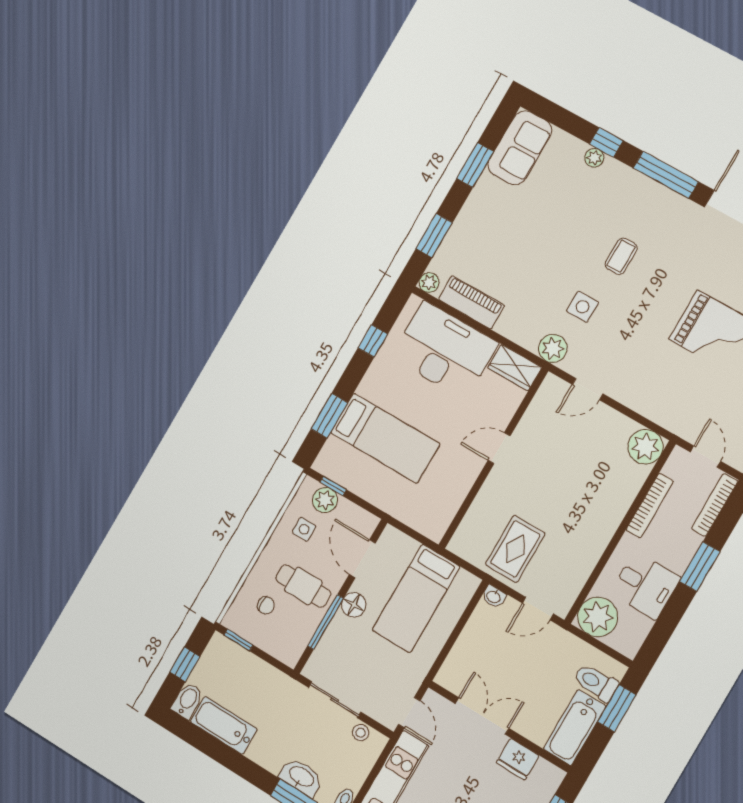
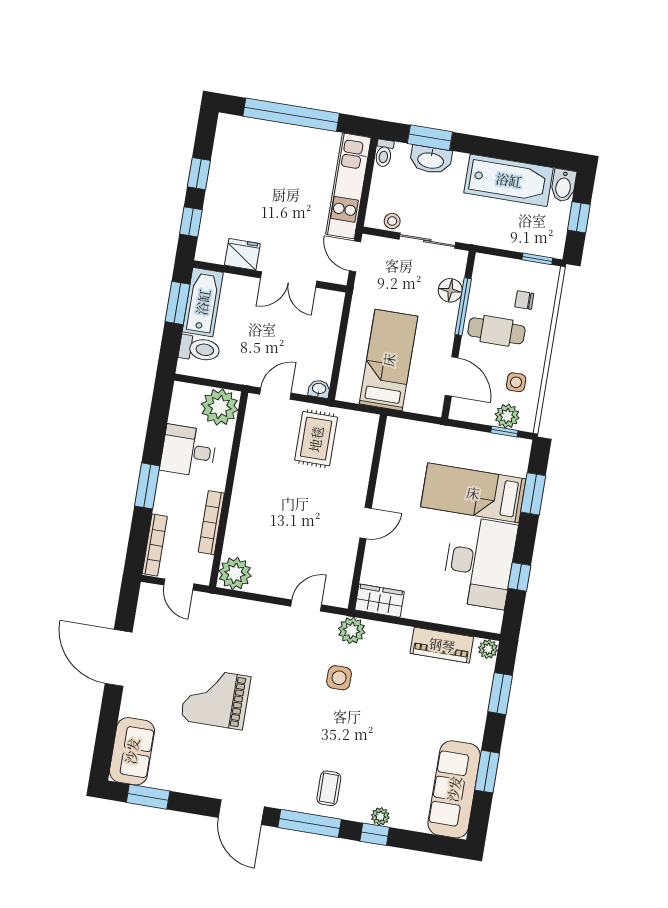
sofa: (520, 148) -> (454, 789), width x1.36
coffee table: (621, 256) -> (329, 788), moved
desk: (445, 350) -> (479, 562), moved, turned -90
floor lamp: (354, 605) -> (450, 290), moved
window: (617, 708) -> (177, 303), moved
bathtub: (224, 725) -> (509, 180), width x1.36, depth x1.36

